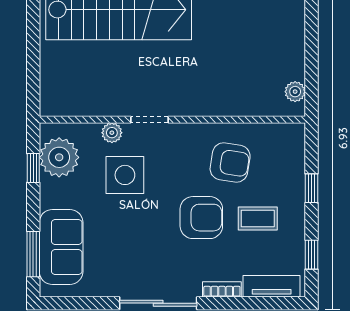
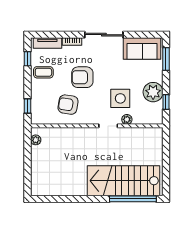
plant: (59, 157) -> (153, 92), moved
window: (312, 188) -> (28, 106), moved
coffee table: (258, 219) -> (43, 72), moved
sofa: (61, 247) -> (142, 48), moved, turned -90

